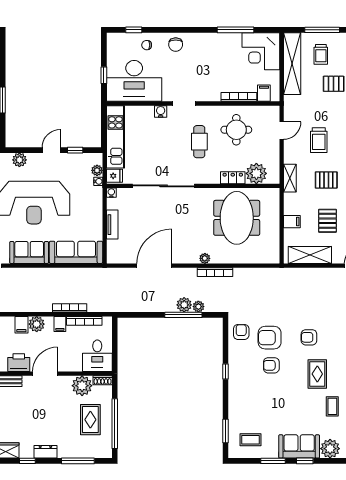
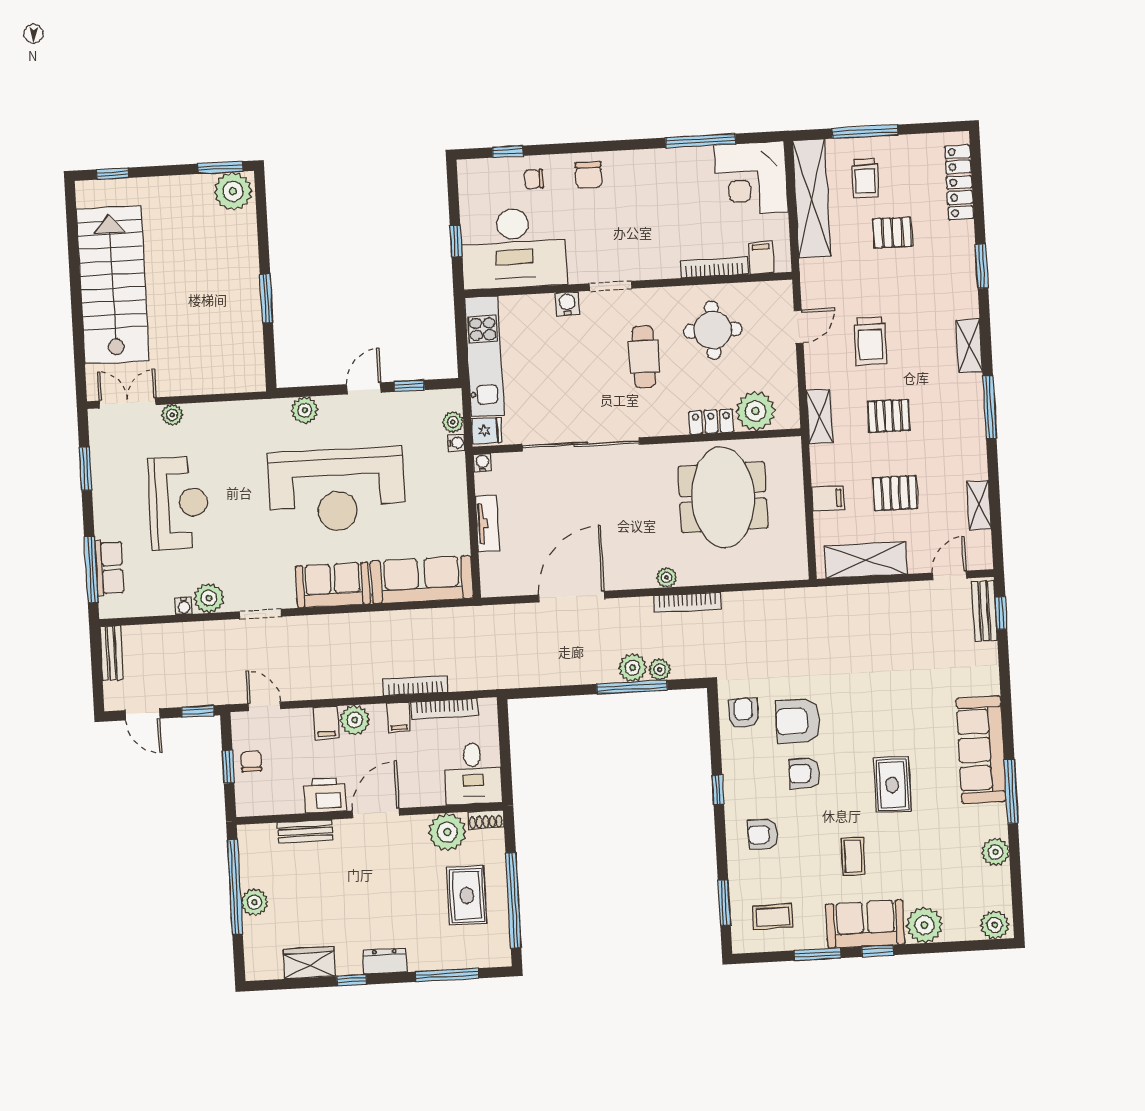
pallet: (327, 221) -> (895, 493), turned 90
armchair: (309, 337) -> (763, 834), moved
coffee table: (332, 406) -> (853, 856), moved

